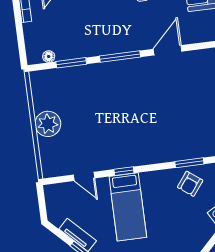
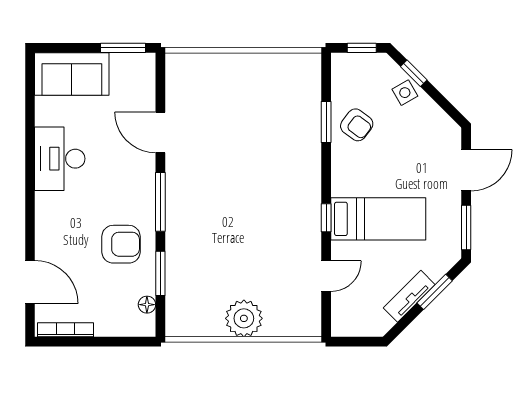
armchair: (88, 33) -> (121, 244), added

